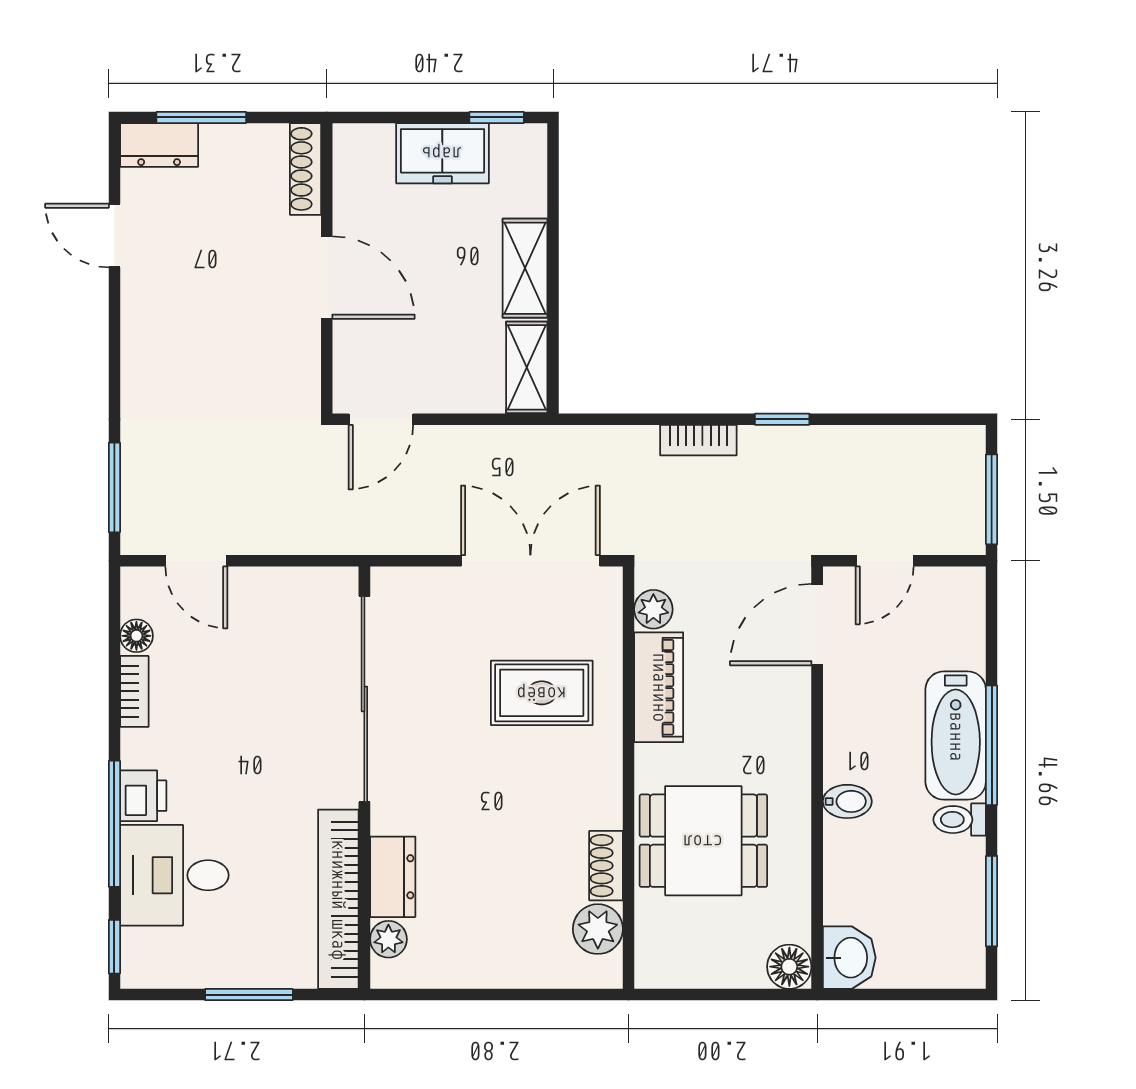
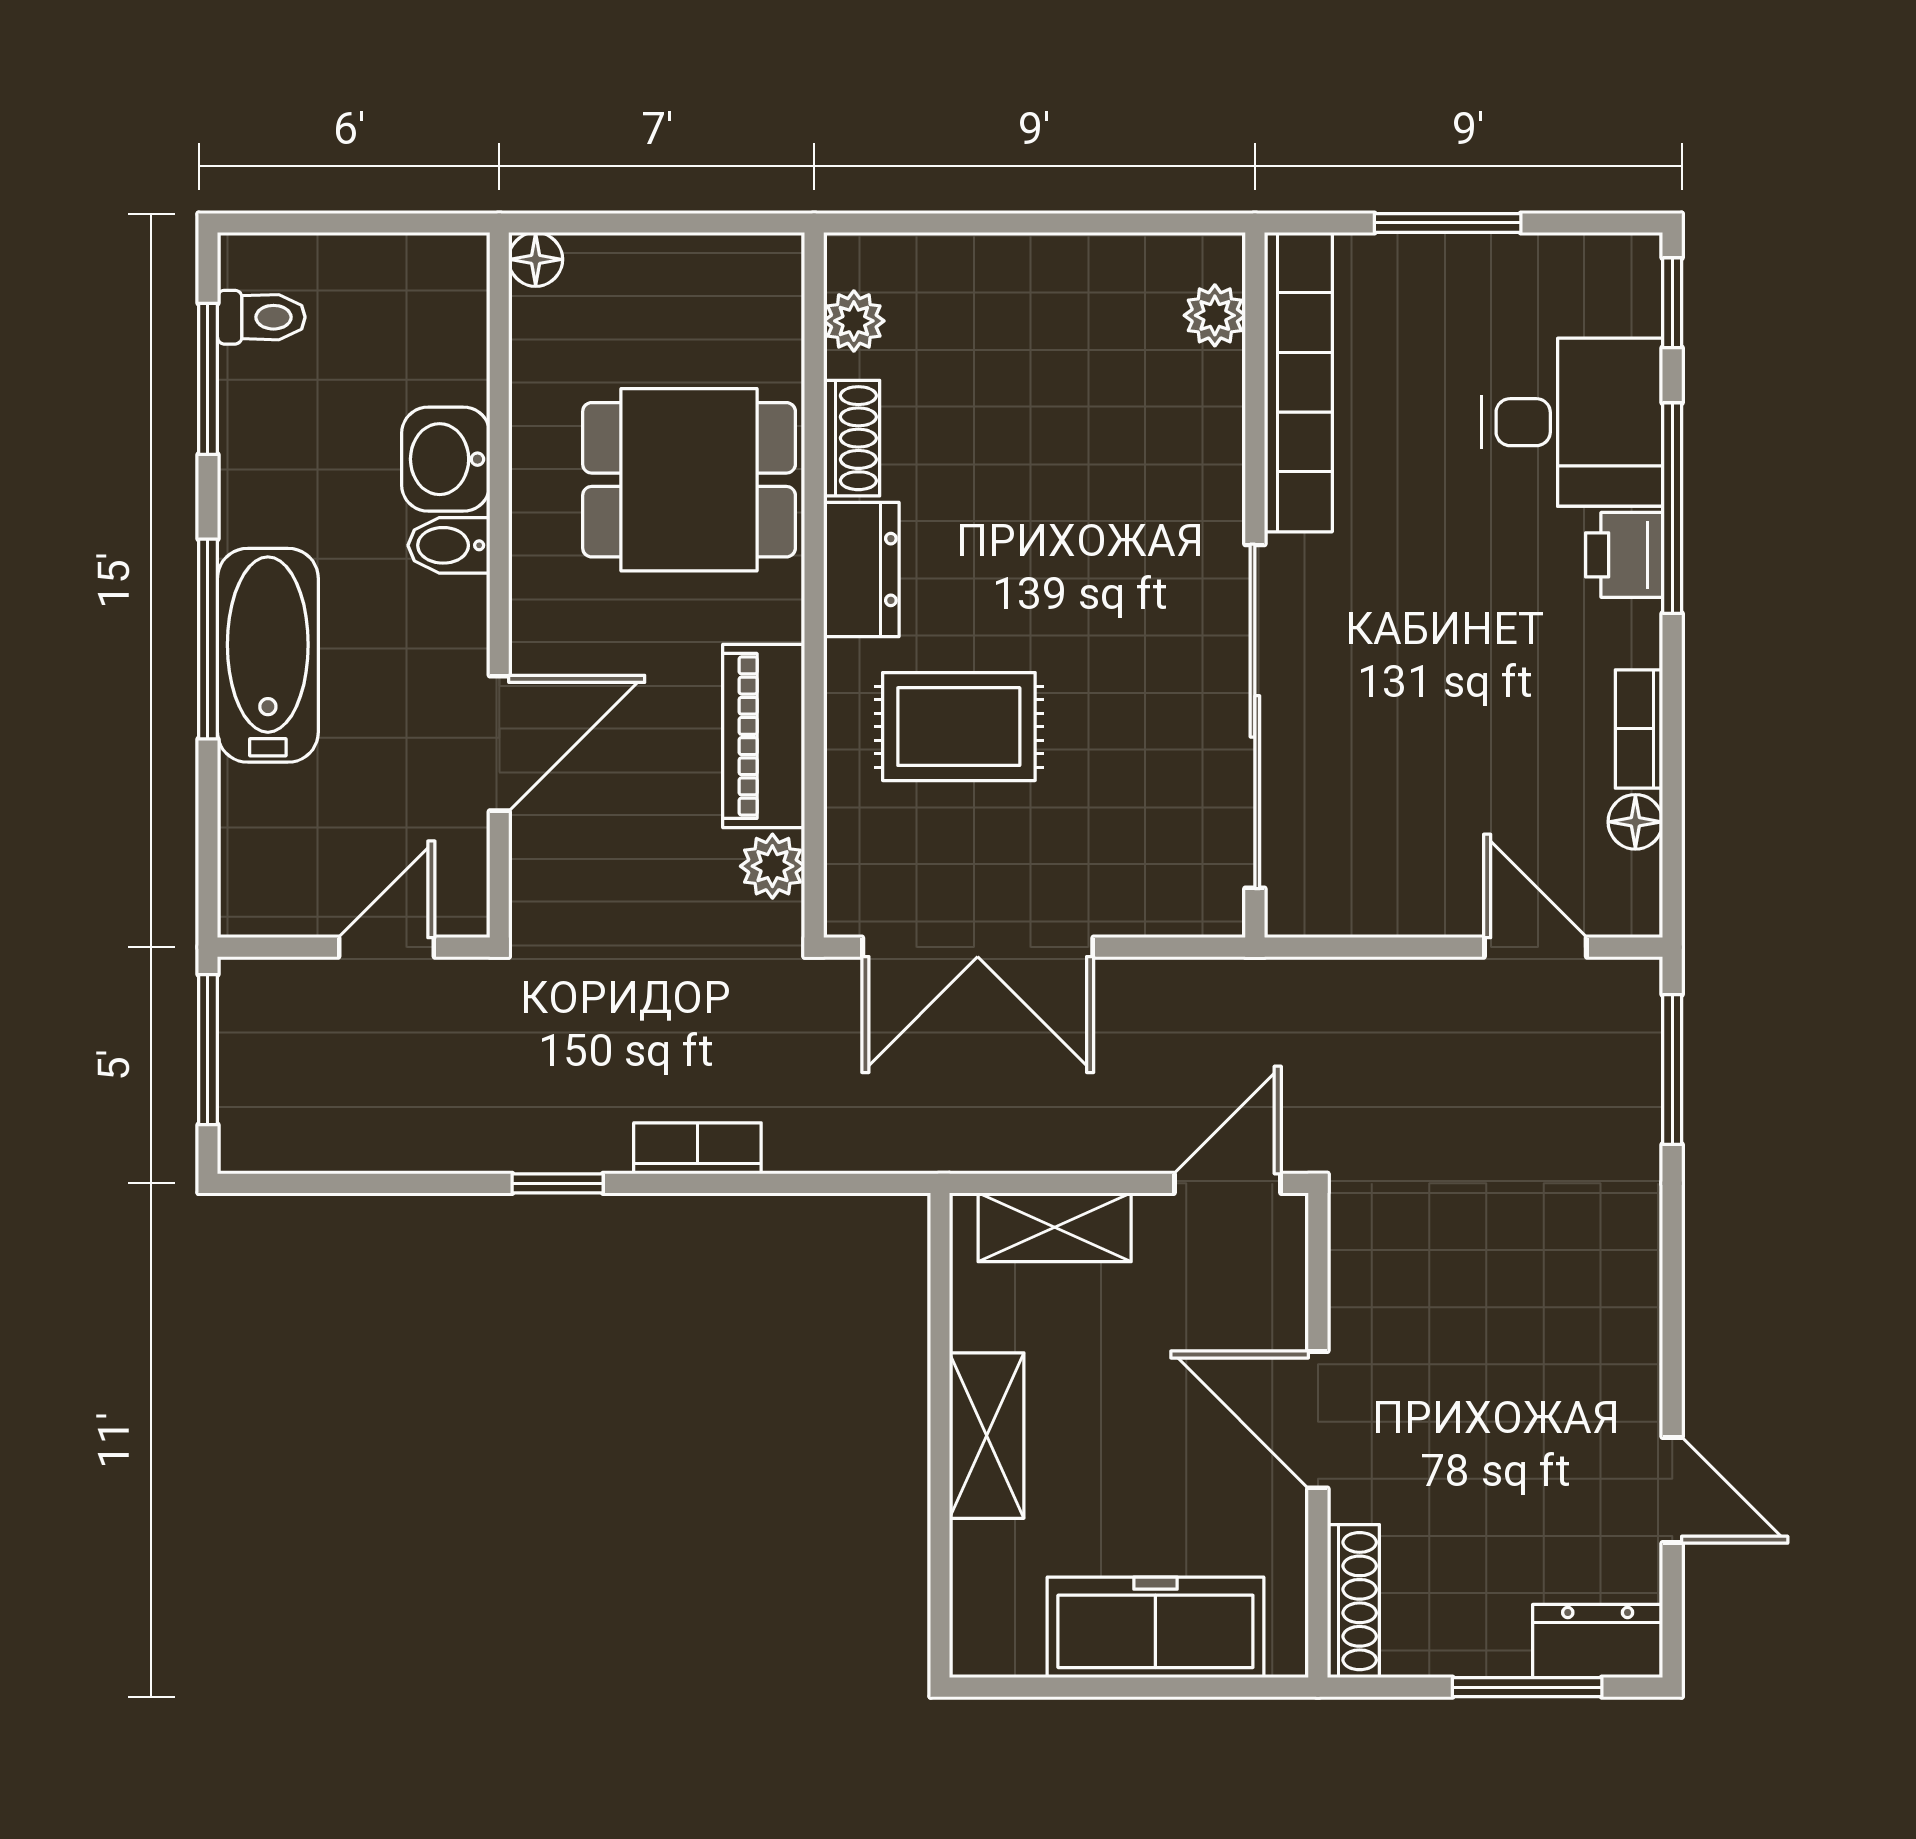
window: (497, 117) -> (1034, 1687), removed
freezer: (442, 153) -> (1155, 1627), width x1.40
shelving: (527, 367) -> (1055, 1227), moved, turned 90
door: (817, 625) -> (499, 743), moved
toilet: (960, 820) -> (261, 317), moved
dresser: (393, 877) -> (861, 569), moved, turned 180
plant: (598, 929) -> (854, 321), width x0.73, depth x0.73
washbasin: (849, 958) -> (446, 459), moved
floor lamp: (789, 967) -> (536, 259), width x0.73, depth x0.73

